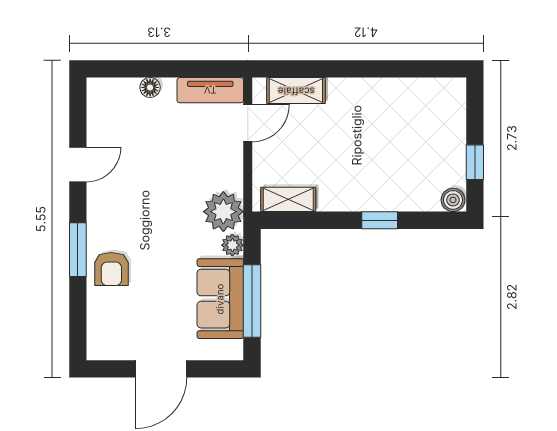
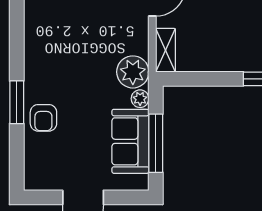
door: (78, 165) -> (17, 34), removed
shelving: (288, 199) -> (166, 50), moved, turned 90

